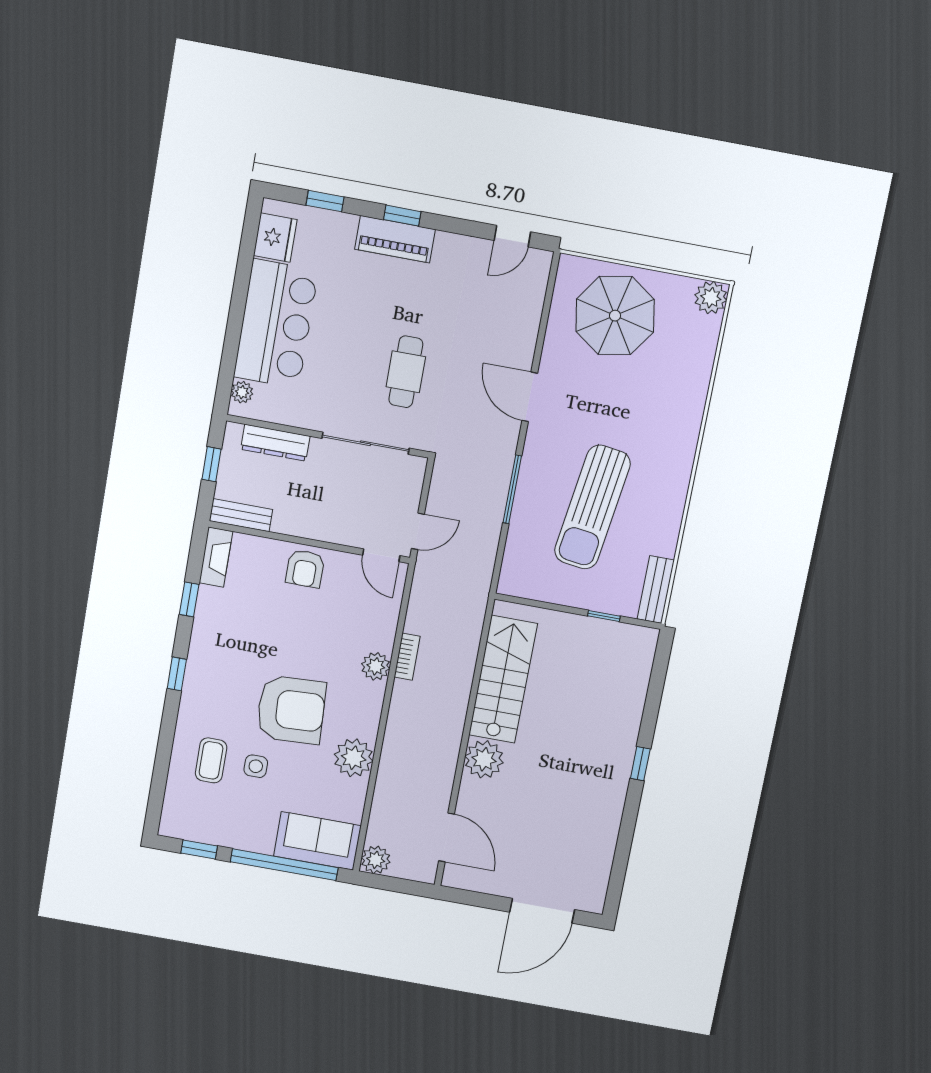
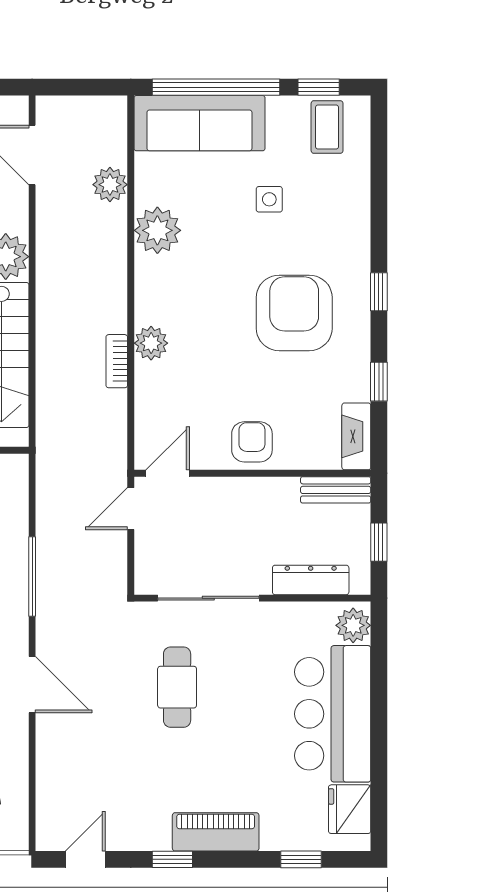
window: (402, 216) -> (172, 859), moved
plant: (242, 392) -> (353, 625), width x1.38, depth x1.38
door: (381, 555) -> (168, 473), hinge flipped
armchair: (291, 710) -> (294, 313), moved, turned 93
coffee table: (211, 760) -> (327, 127), moved
sofa: (317, 841) -> (199, 123), width x1.36
plant: (376, 860) -> (110, 185), moved

